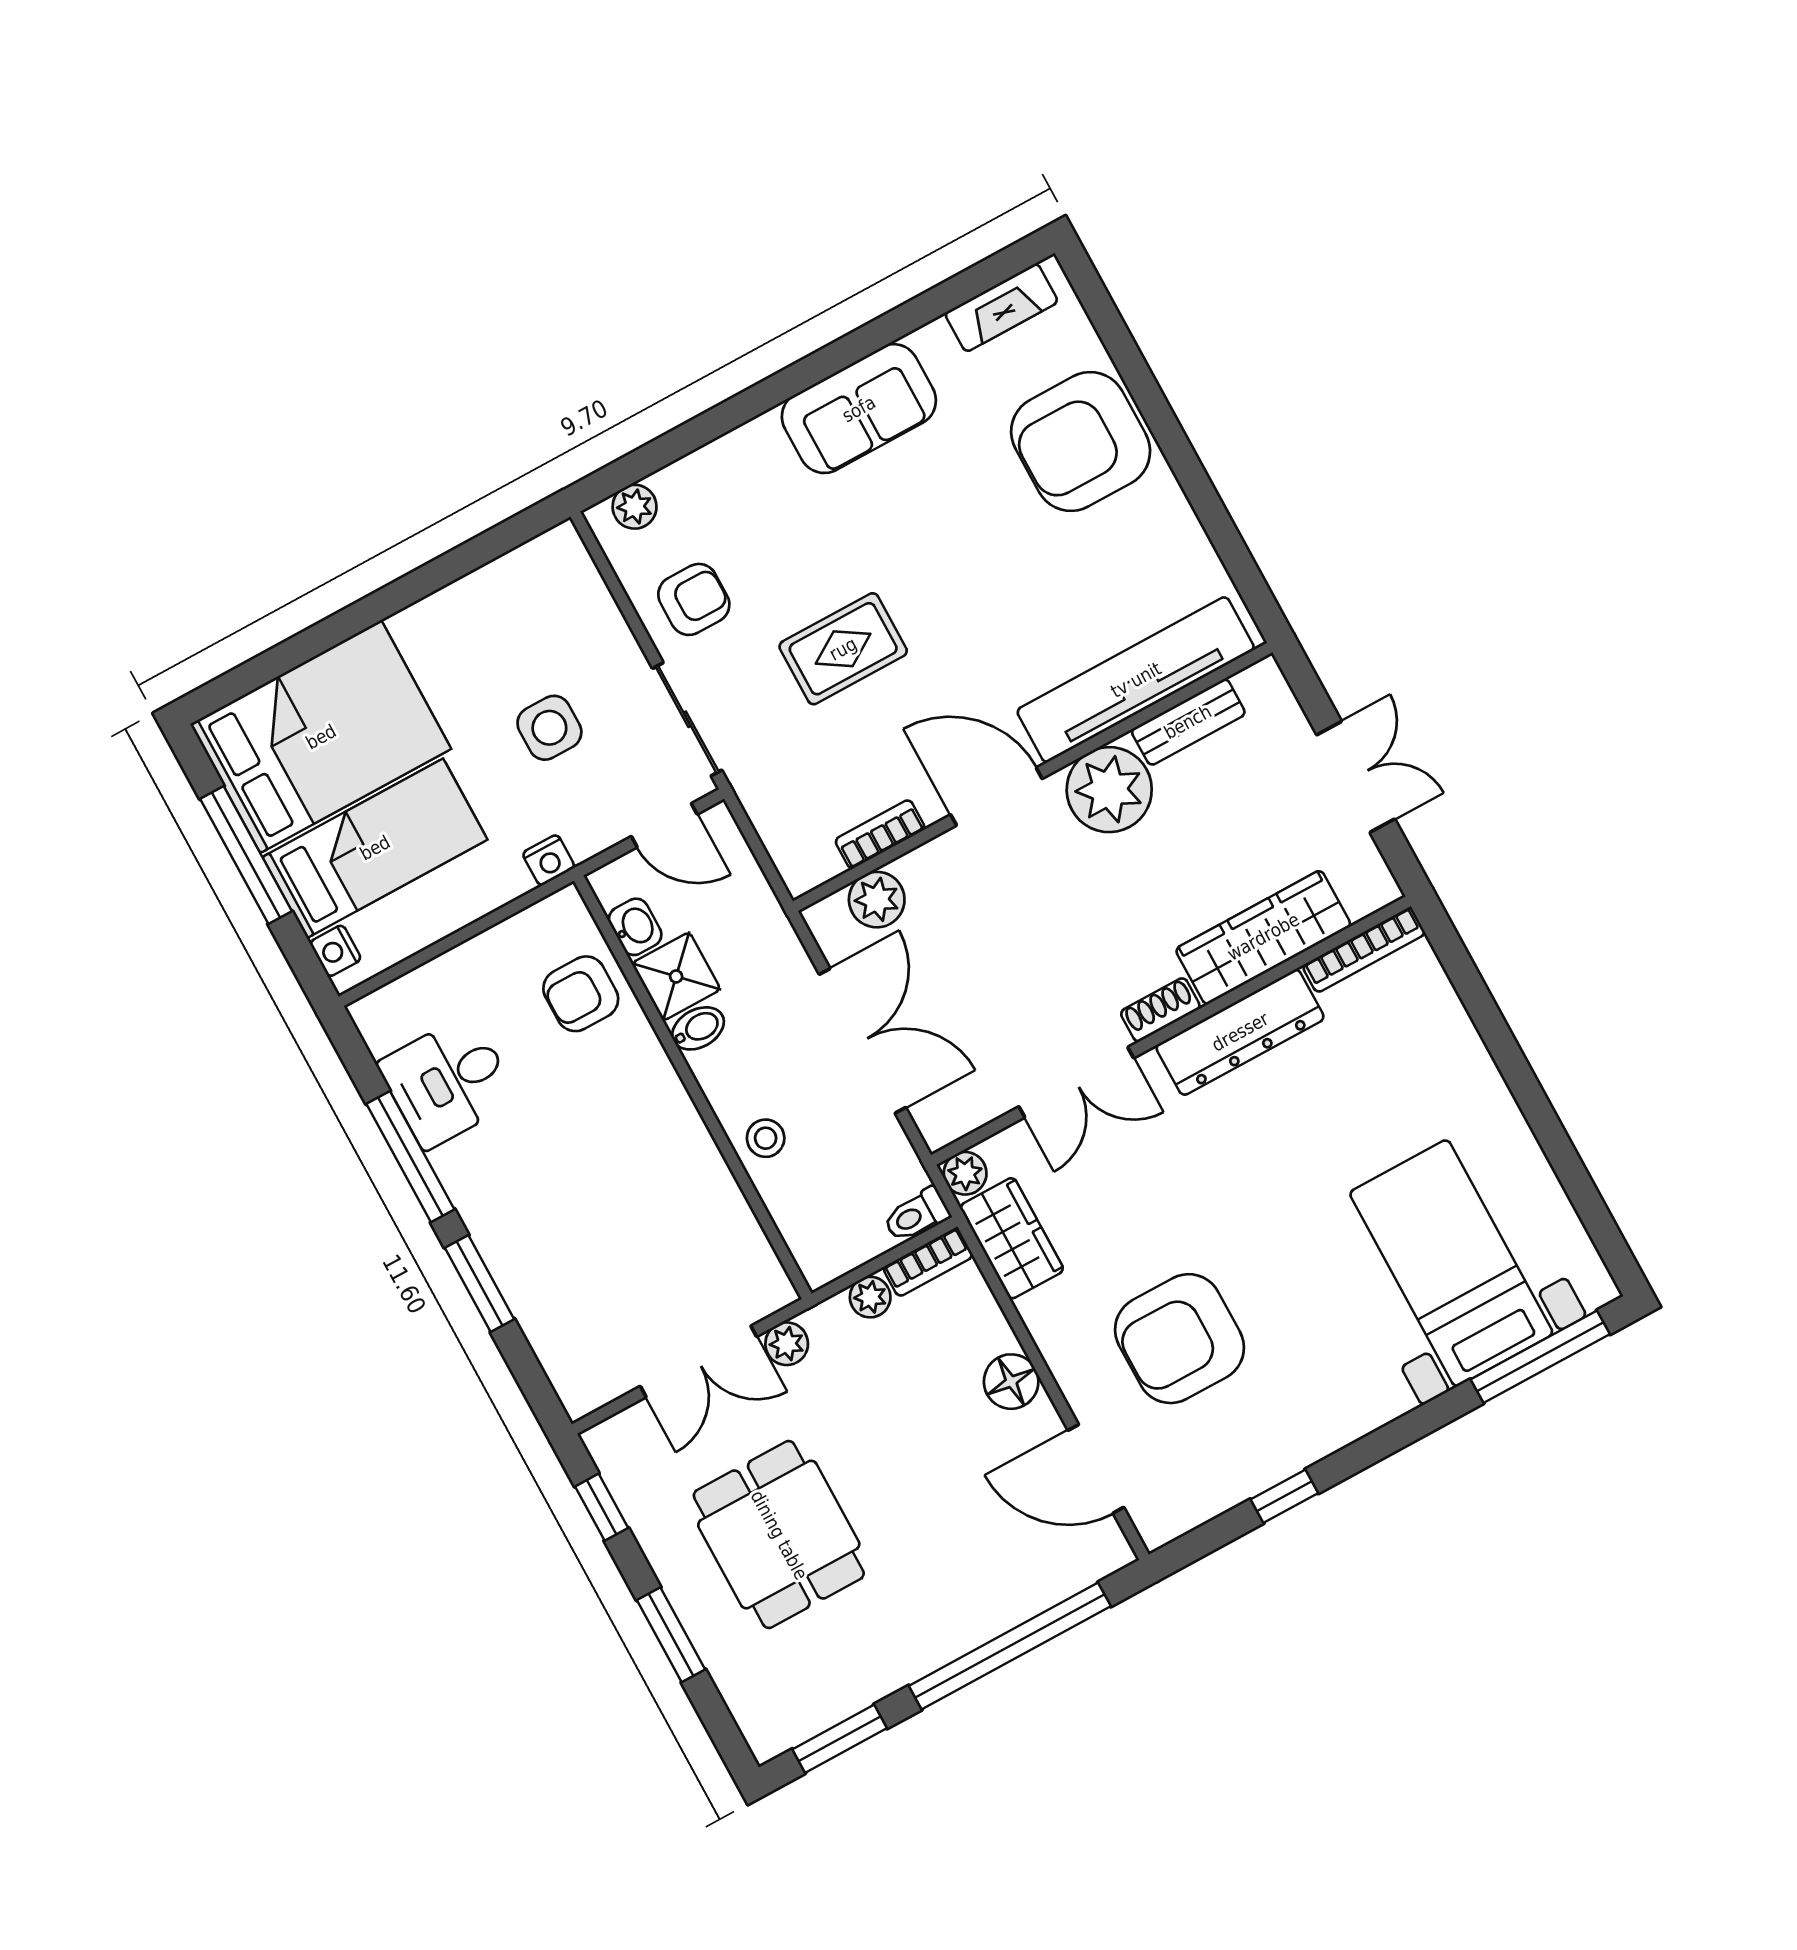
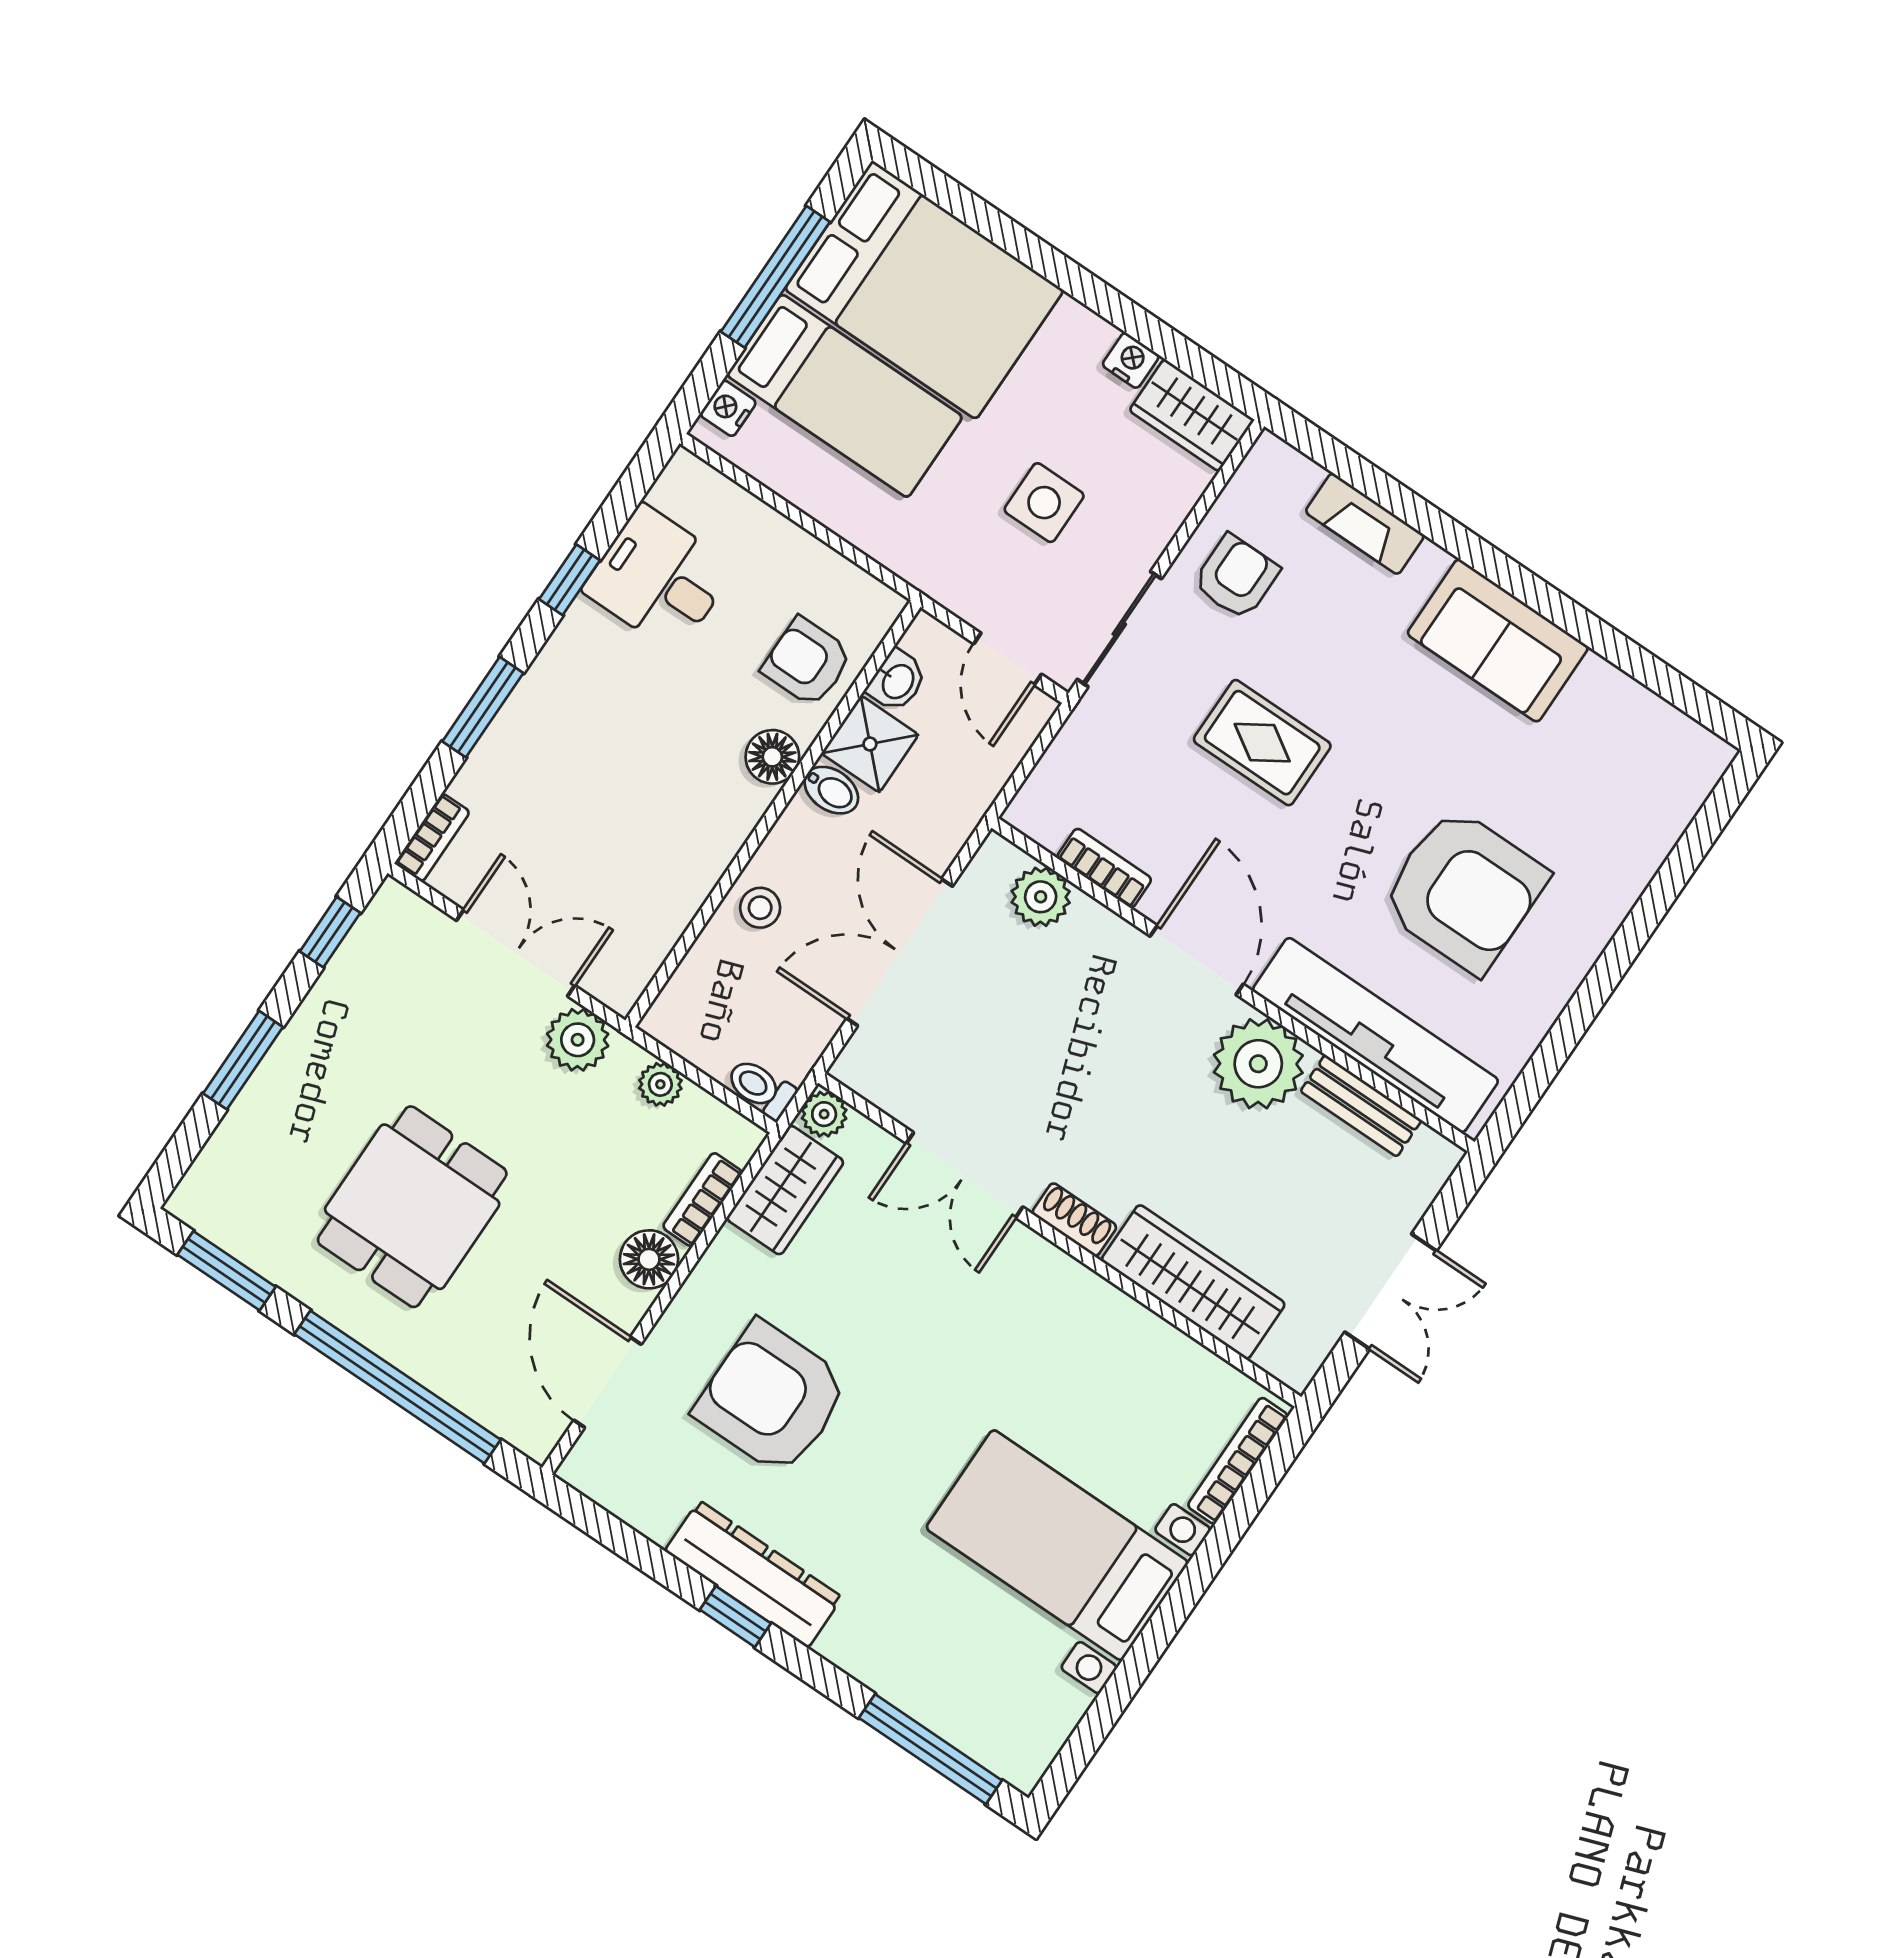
fireplace: (1001, 308) -> (1365, 524), moved
armchair: (1081, 441) -> (1464, 890), moved, turned 180
plant: (635, 507) -> (1295, 476), removed
wardrobe: (540, 567) -> (1192, 415), added
armchair: (694, 599) -> (1236, 577), turned -90
nightstand: (549, 860) -> (1131, 360), moved, turned 180
bookcase: (1364, 950) -> (1238, 1461), moved, turned 90
dresser: (1240, 1032) -> (753, 1574), moved, turned 180
double door: (863, 1041) -> (900, 952), swing flipped
floor lamp: (645, 1063) -> (772, 757), added
window: (410, 1157) -> (569, 580), width x0.46
bookcase: (928, 1262) -> (703, 1200), moved, turned 90
bed with nightstands: (1451, 1263) -> (1057, 1545), moved, turned -90
plant: (787, 1344) -> (578, 1040), width x1.38, depth x1.38
double door: (698, 1361) -> (516, 953), swing flipped
bookcase: (567, 1381) -> (432, 838), added
window: (1284, 1496) -> (735, 1617), moved
dining table: (779, 1535) -> (412, 1207), moved

